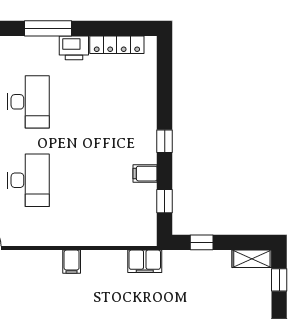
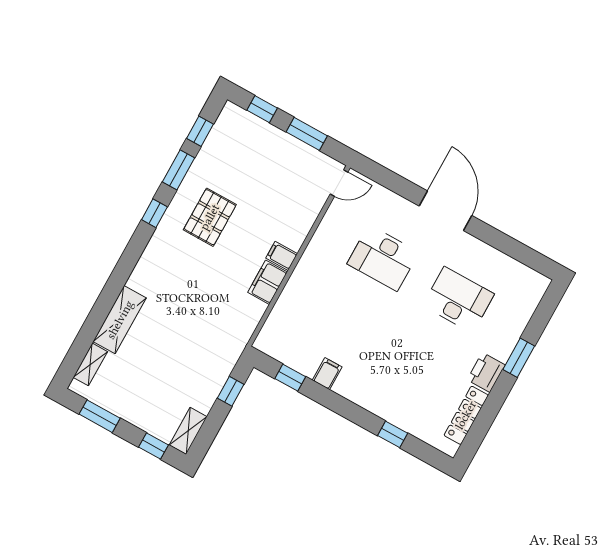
window: (48, 28) -> (519, 358), width x0.69
desk: (29, 102) -> (458, 300), turned 180
window: (165, 141) -> (393, 434), moved
filing cabinet: (145, 261) -> (268, 282), moved

